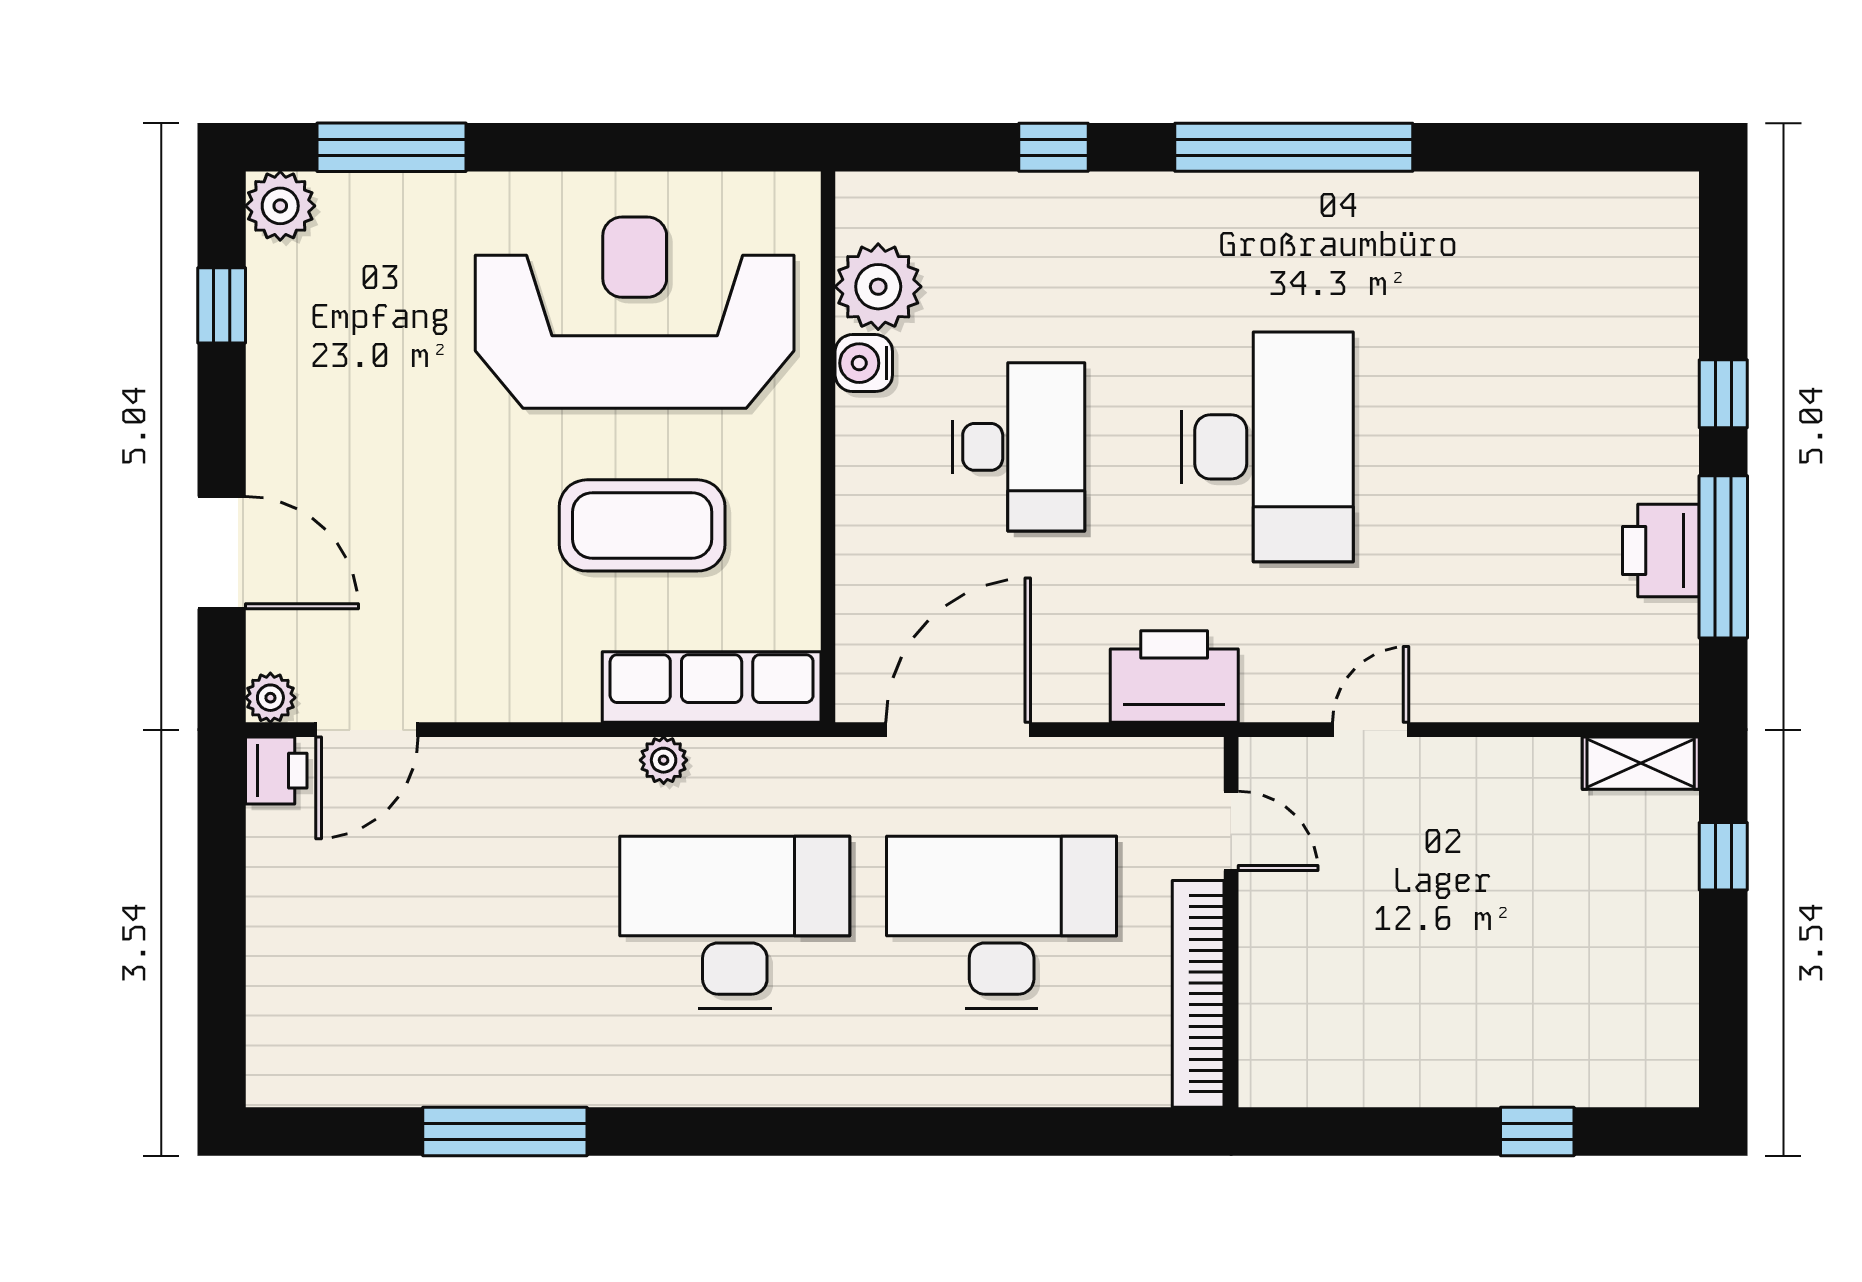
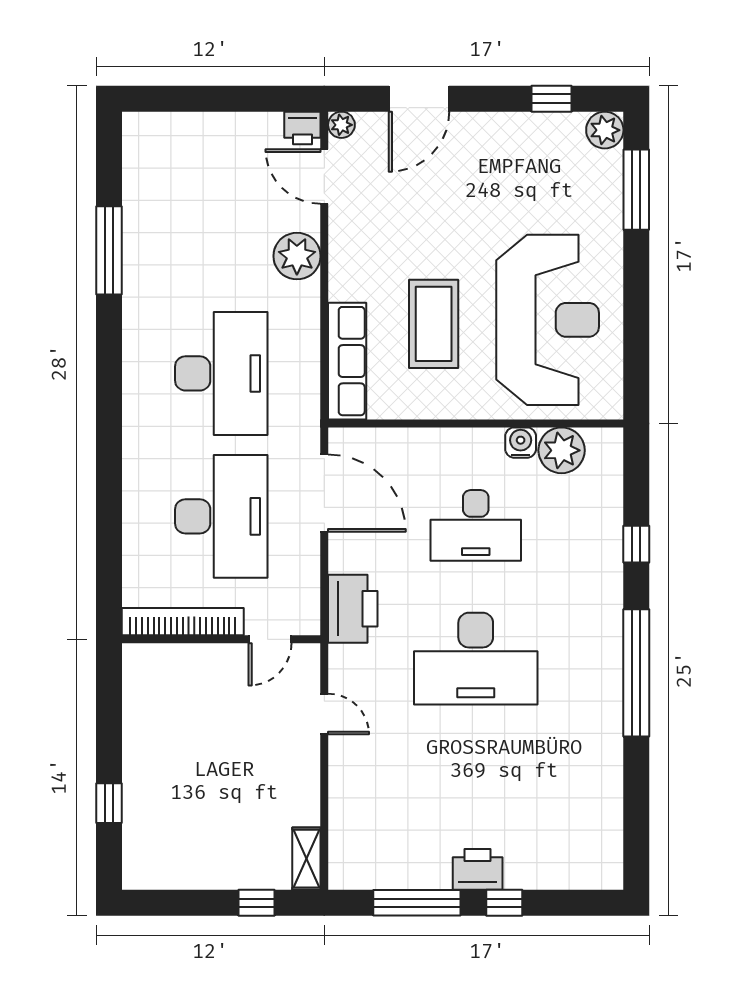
printer: (1661, 550) -> (478, 869), moved
plant: (664, 760) -> (297, 256), moved, width x1.88, depth x1.88

